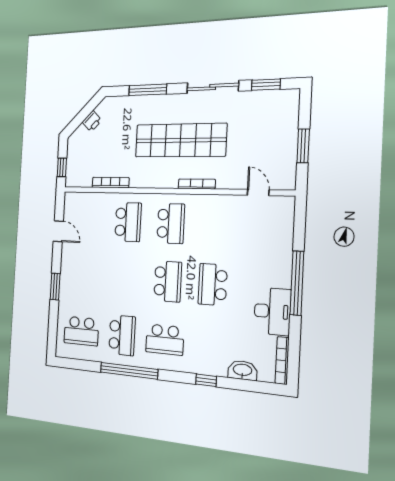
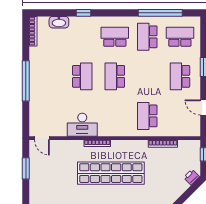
printer: (92, 121) -> (192, 177), moved
door: (258, 192) -> (42, 138), moved
school desk: (171, 224) -> (180, 76), moved
desk: (272, 311) -> (82, 125), moved, turned -90
window: (129, 371) -> (160, 13), moved

